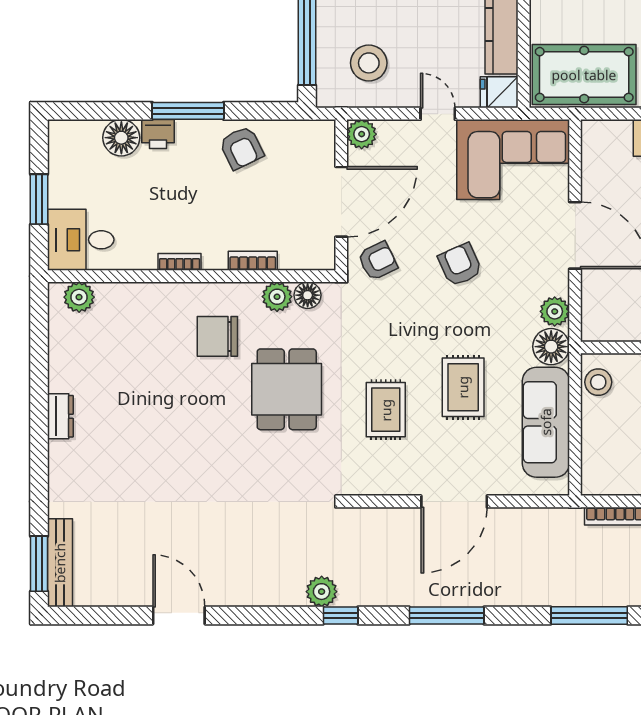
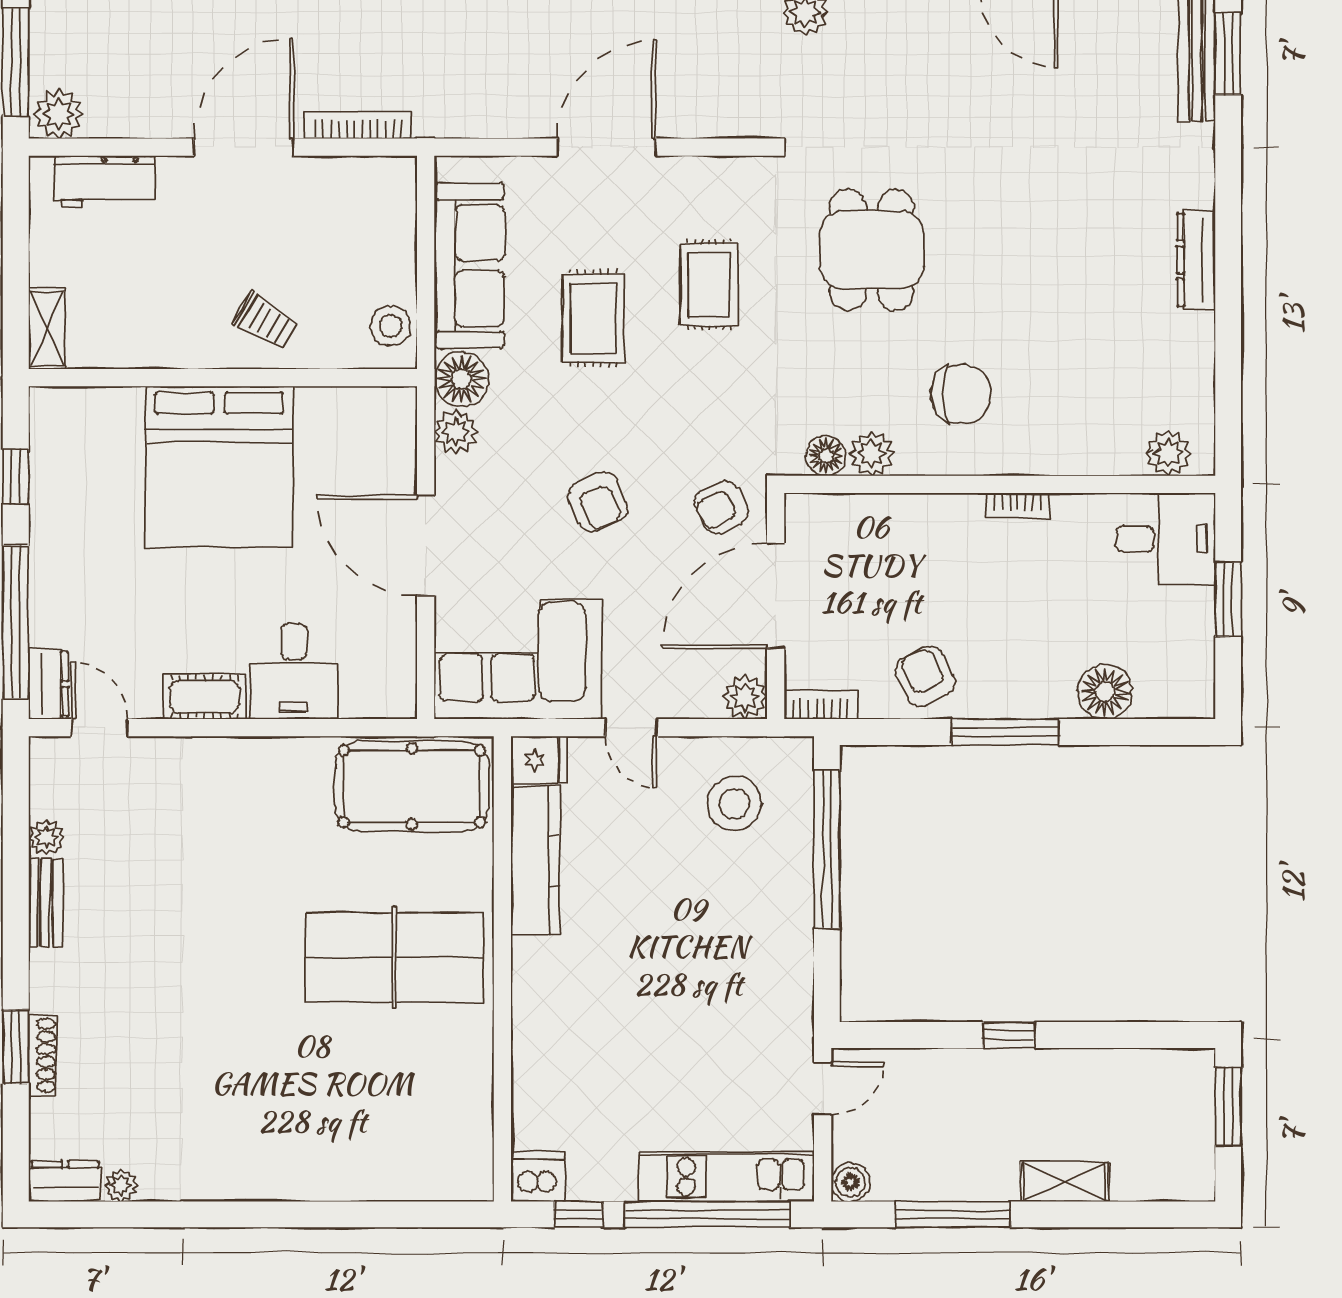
printer: (158, 134) -> (1050, 697), removed
bookcase: (253, 261) -> (821, 705), moved, turned 180
dining table: (287, 389) -> (872, 250), moved
dresser: (60, 416) -> (1196, 260), width x1.44

